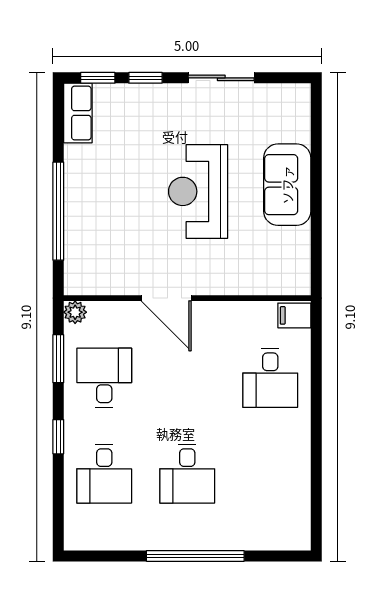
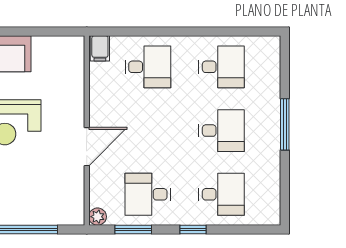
desk: (270, 474) -> (221, 67), added
window: (195, 556) -> (285, 124), width x0.68

